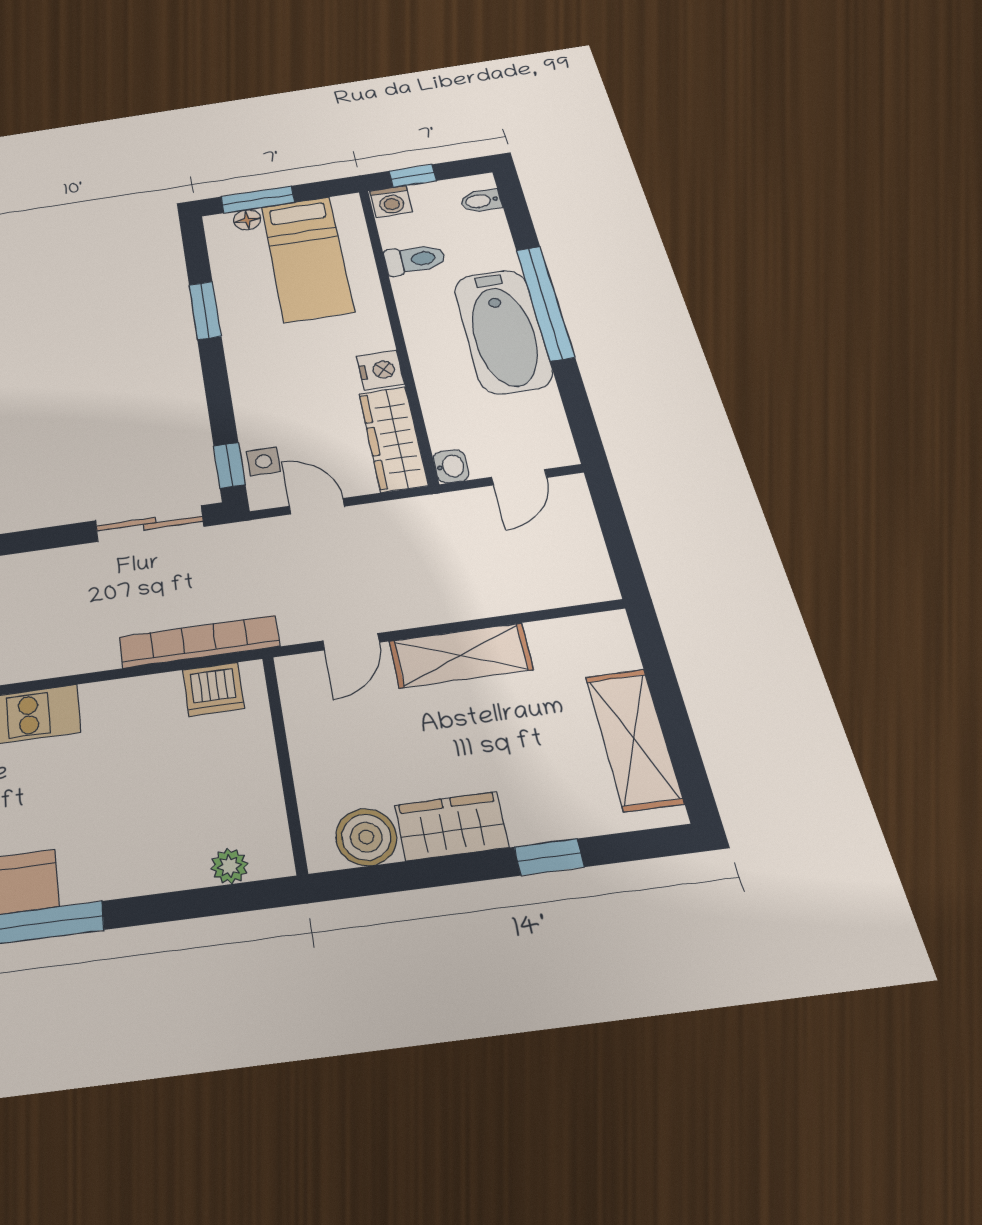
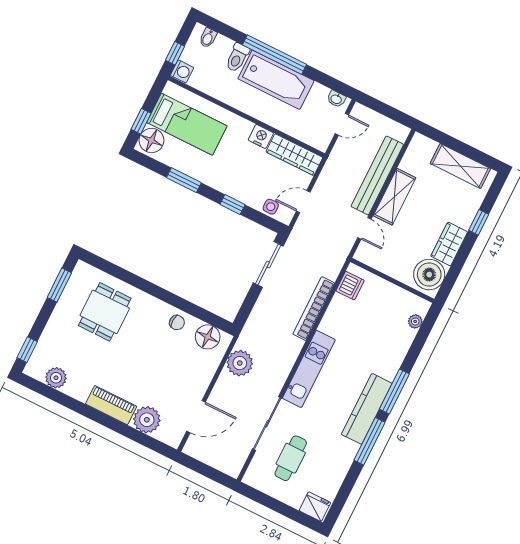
window: (258, 200) -> (141, 121), width x0.67
floor lamp: (247, 220) -> (151, 140), width x1.89, depth x1.89
toilet: (415, 260) -> (237, 58), moved, turned 180
window: (229, 465) -> (233, 204), moved
washbasin: (451, 466) -> (336, 99), moved, turned 180
door: (519, 477) -> (342, 124), hinge flipped
bench: (476, 598) -> (377, 175), added
bookcase: (199, 642) -> (314, 309), moved
boiler: (366, 837) -> (429, 275), width x1.37, depth x1.37

